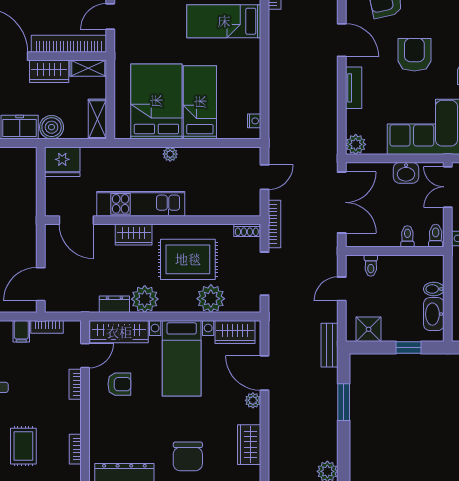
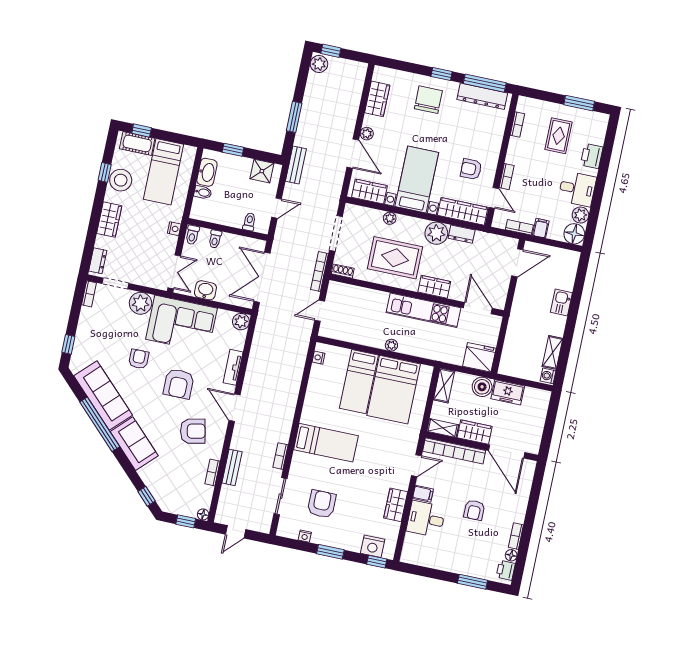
plant: (211, 299) -> (390, 218), width x0.53, depth x0.53
door: (85, 356) -> (494, 198), swing flipped

